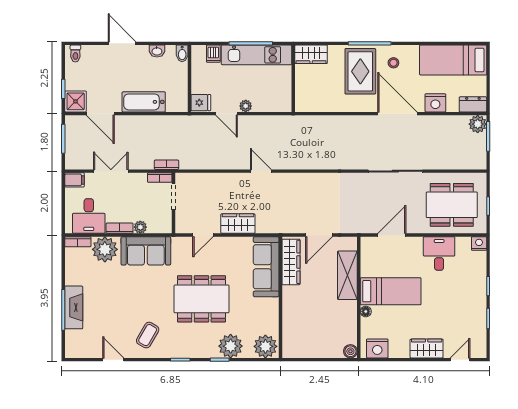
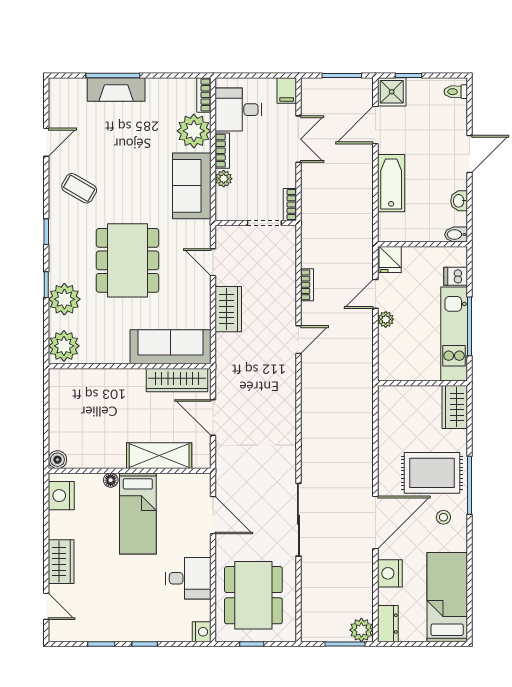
bookcase: (167, 165) -> (307, 285), moved

